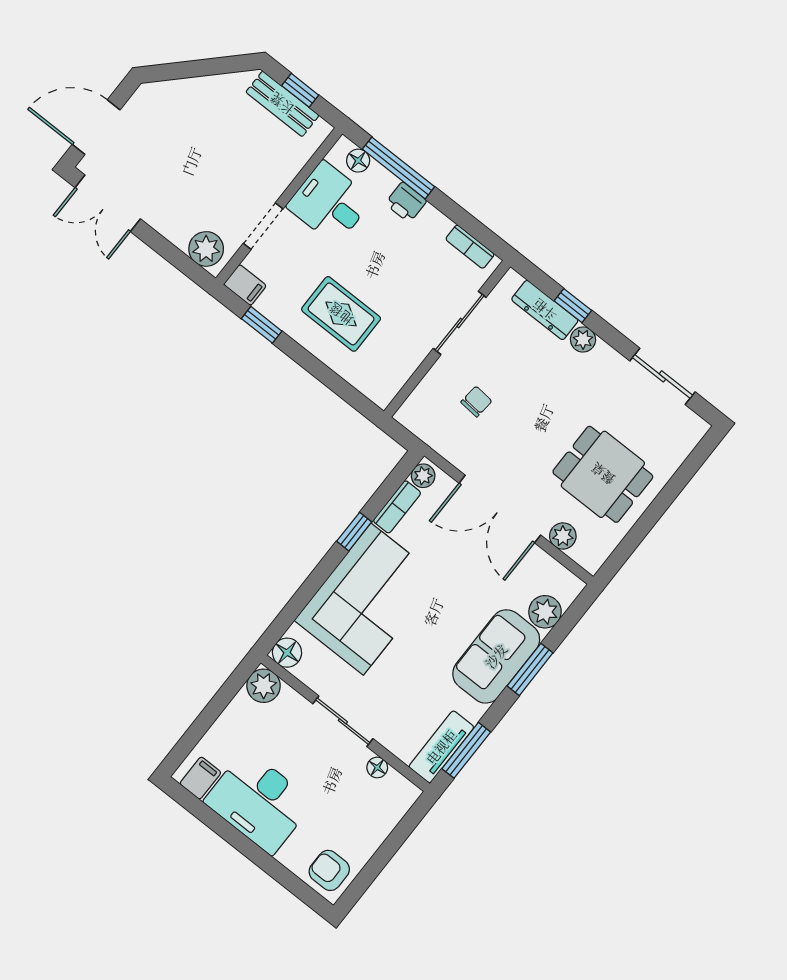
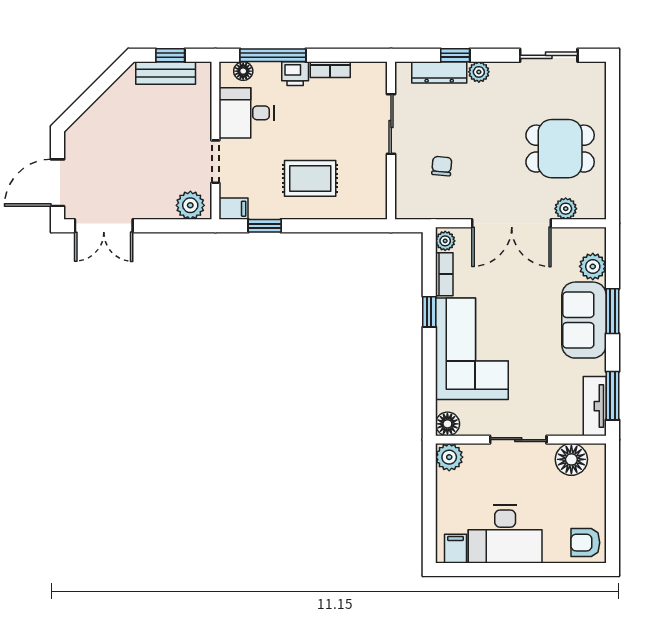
bookcase: (470, 247) -> (330, 70), moved
floor lamp: (377, 767) -> (571, 459), width x1.89, depth x1.89

